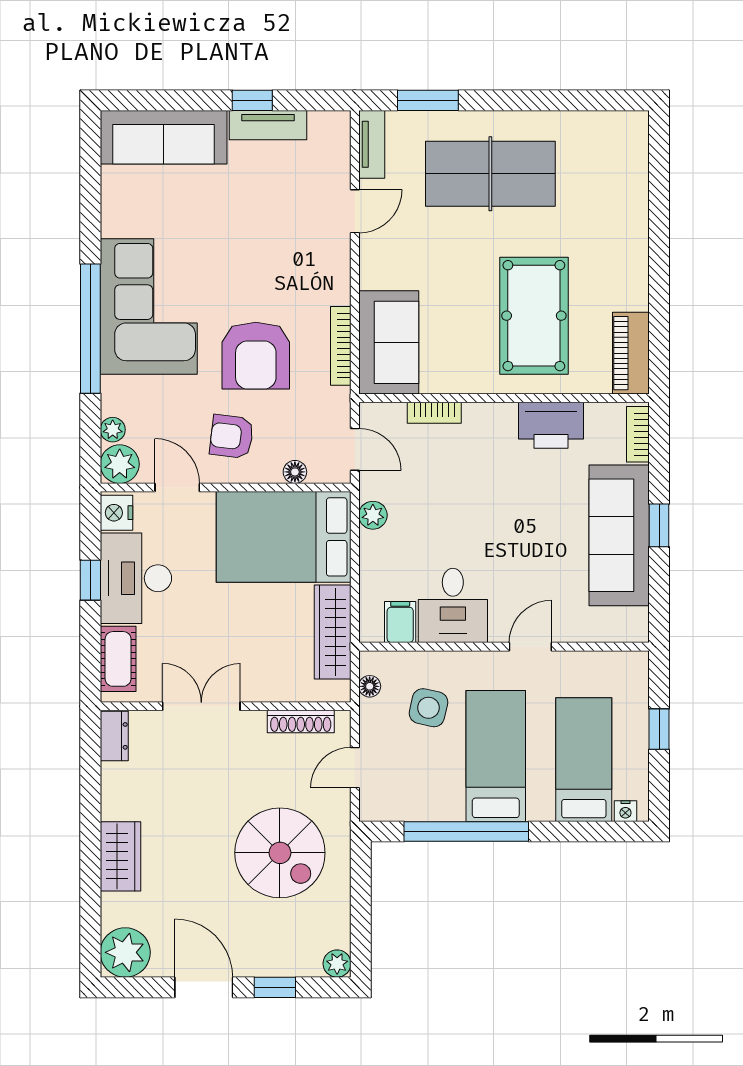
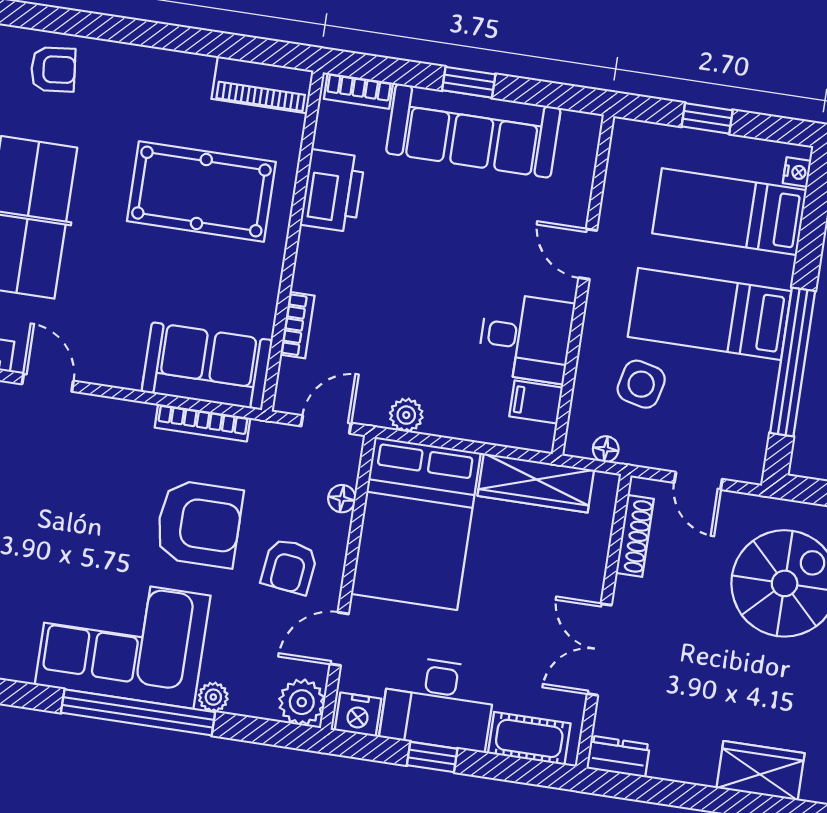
armchair: (617, 176) -> (53, 69), added
plant: (113, 430) -> (213, 697), moved

